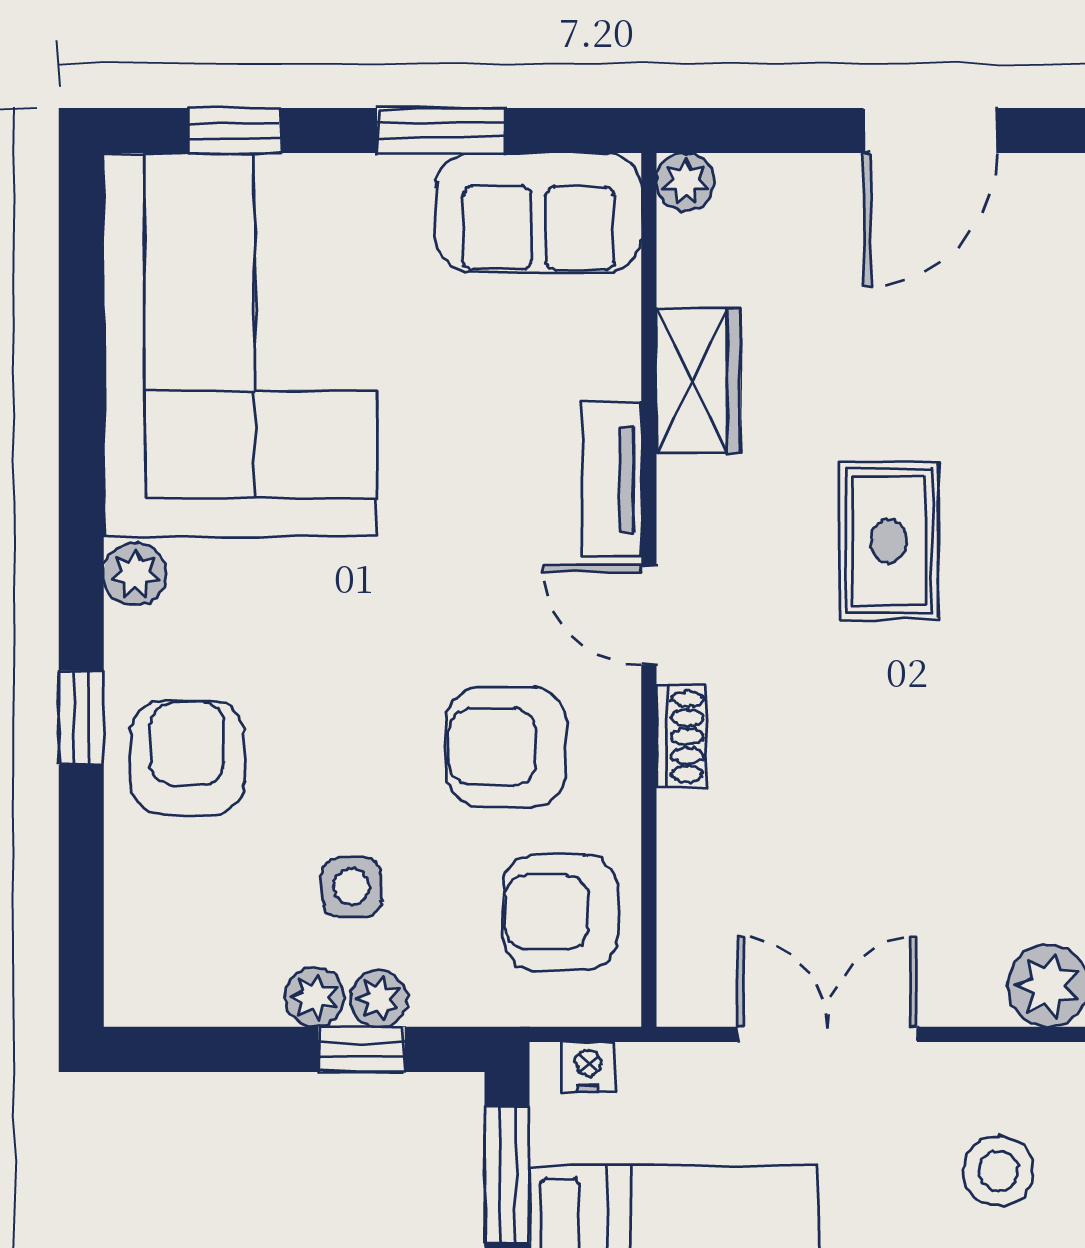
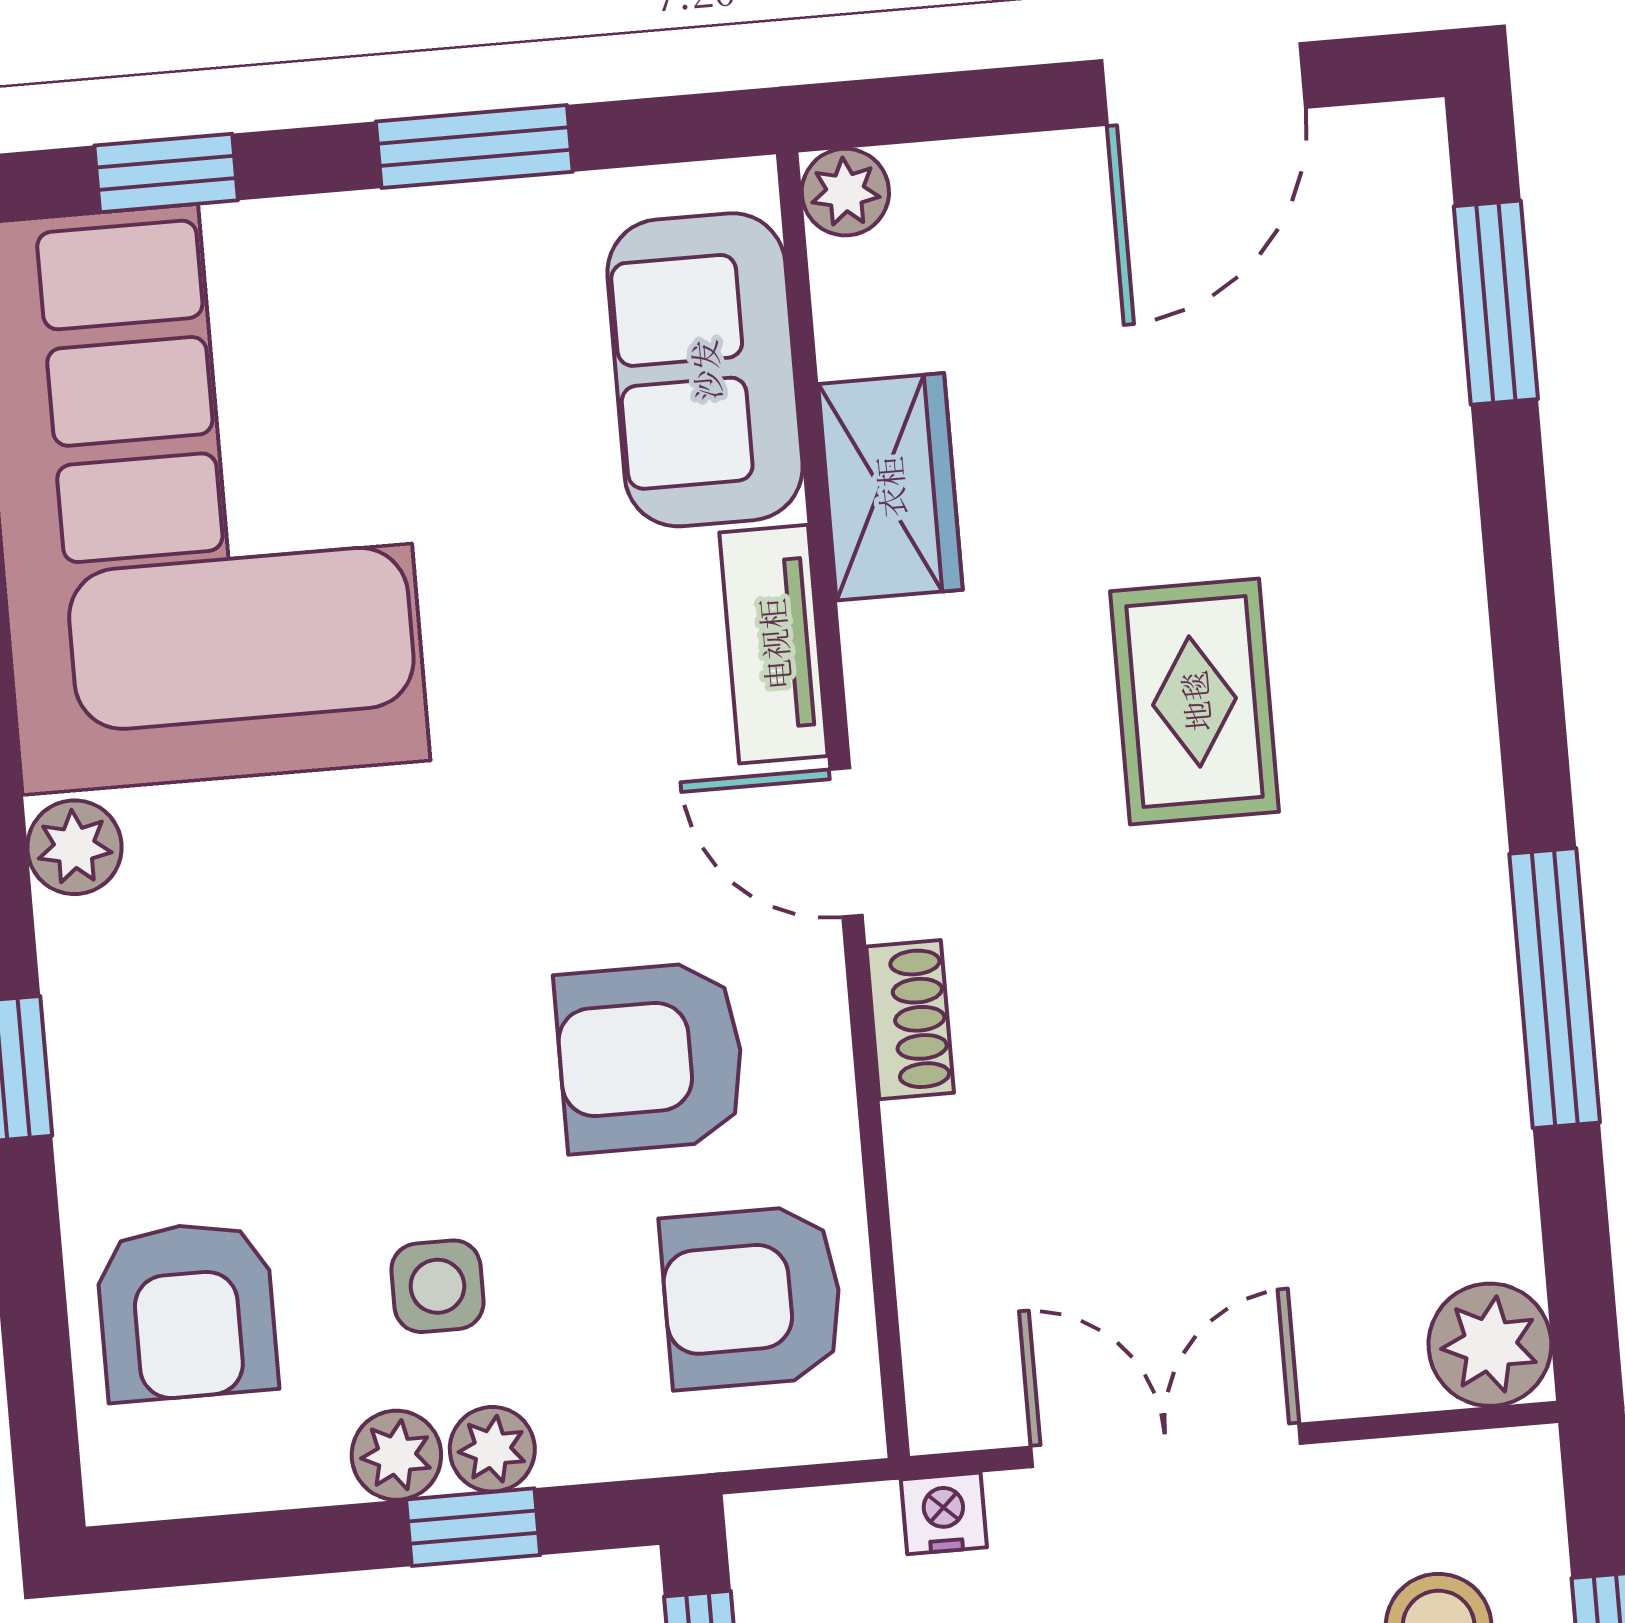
sofa: (538, 213) -> (705, 370), moved, turned 90
armchair: (187, 758) -> (187, 1311), moved, turned 180
nightstand: (588, 1067) -> (944, 1513), moved

